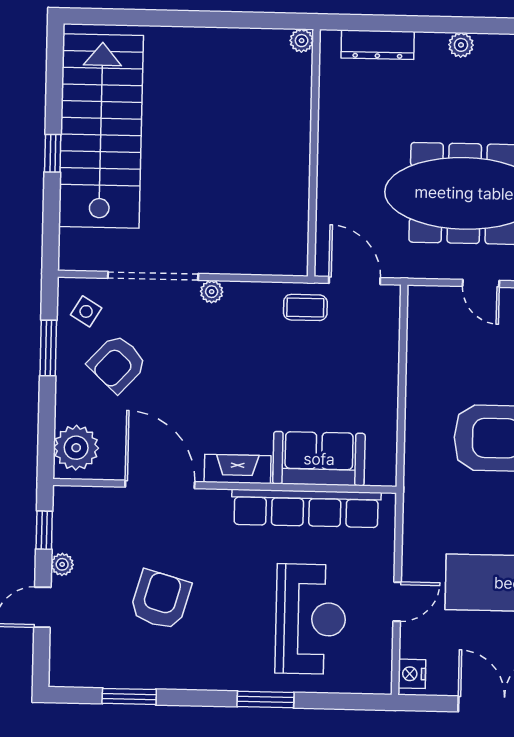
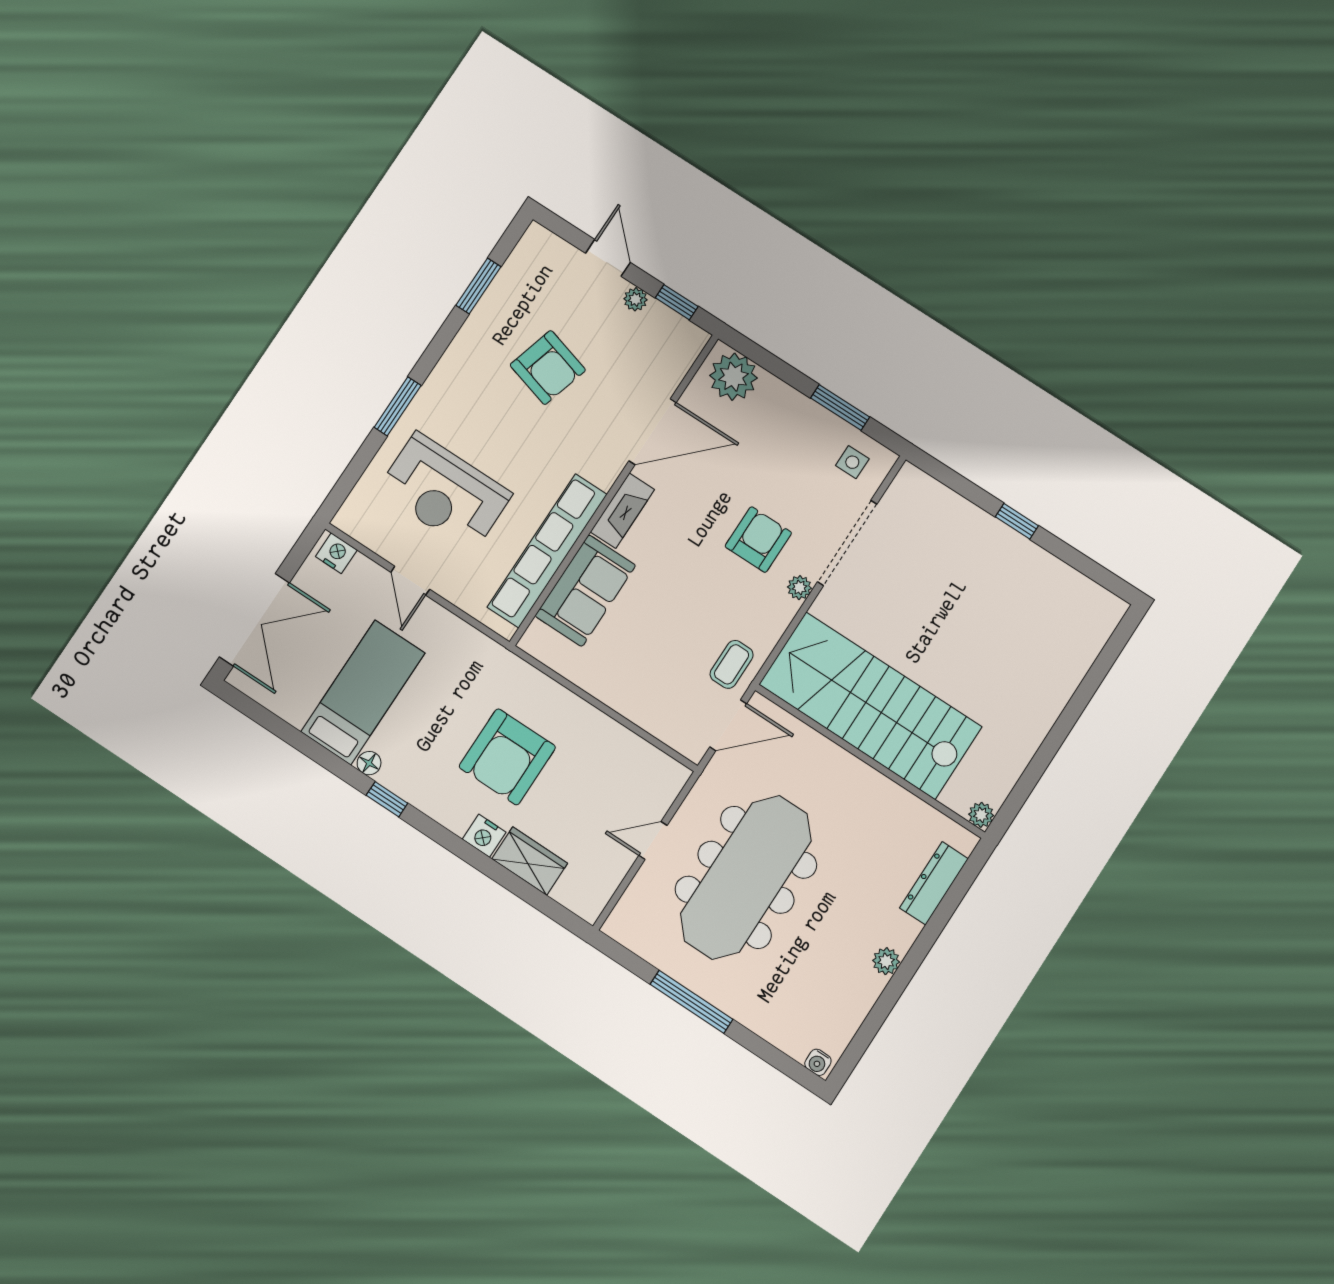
stairs: (101, 131) -> (870, 706), moved, turned 180
side table: (86, 311) -> (852, 462), turned -31
armchair: (117, 363) -> (758, 540), moved, turned 47

